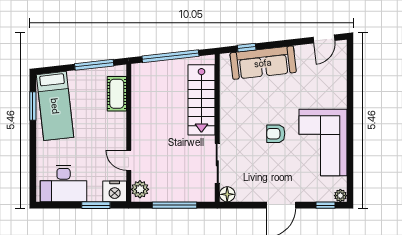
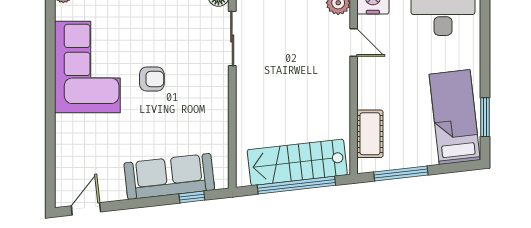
stairs: (201, 100) -> (297, 162), moved, turned -96

